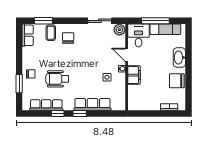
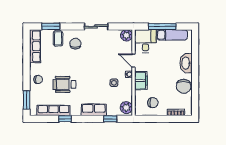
sliding door: (100, 21) -> (96, 26), moved
row of seats: (28, 35) -> (35, 46), width x1.48
chair: (177, 81) -> (184, 86), turned -90
window: (19, 84) -> (27, 100), moved
chair: (146, 97) -> (153, 103), added
plant: (119, 102) -> (126, 108), added
row of seats: (93, 104) -> (94, 110), width x0.68
window: (80, 113) -> (110, 119), moved

